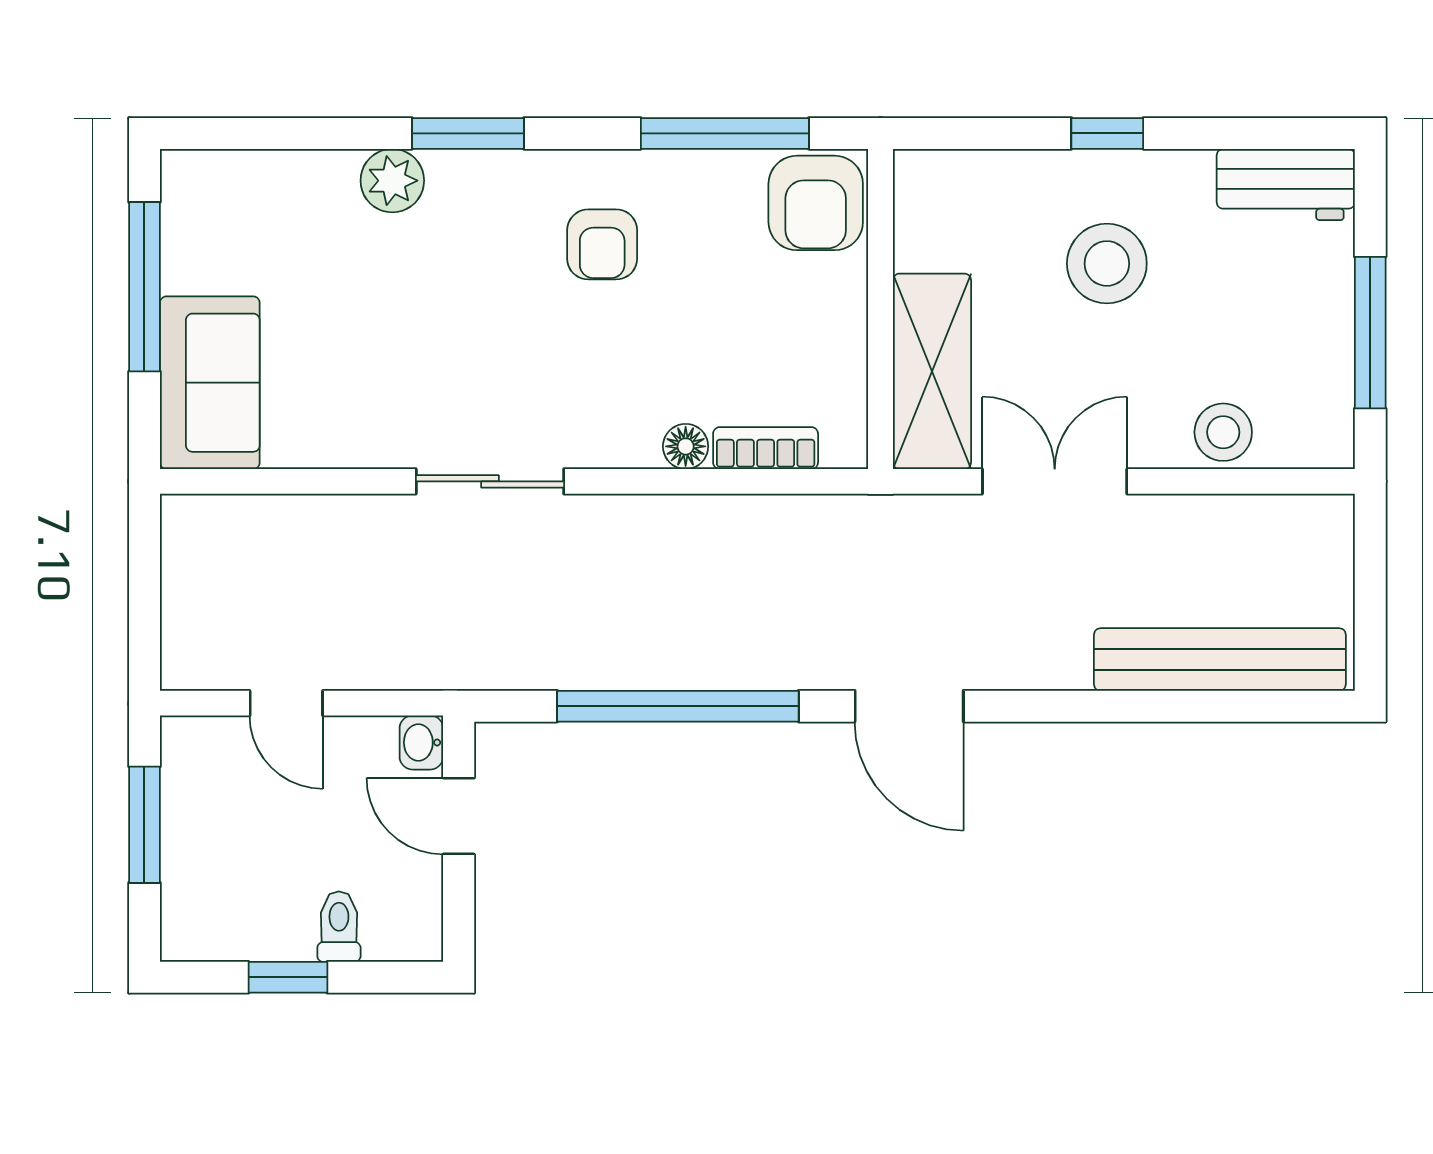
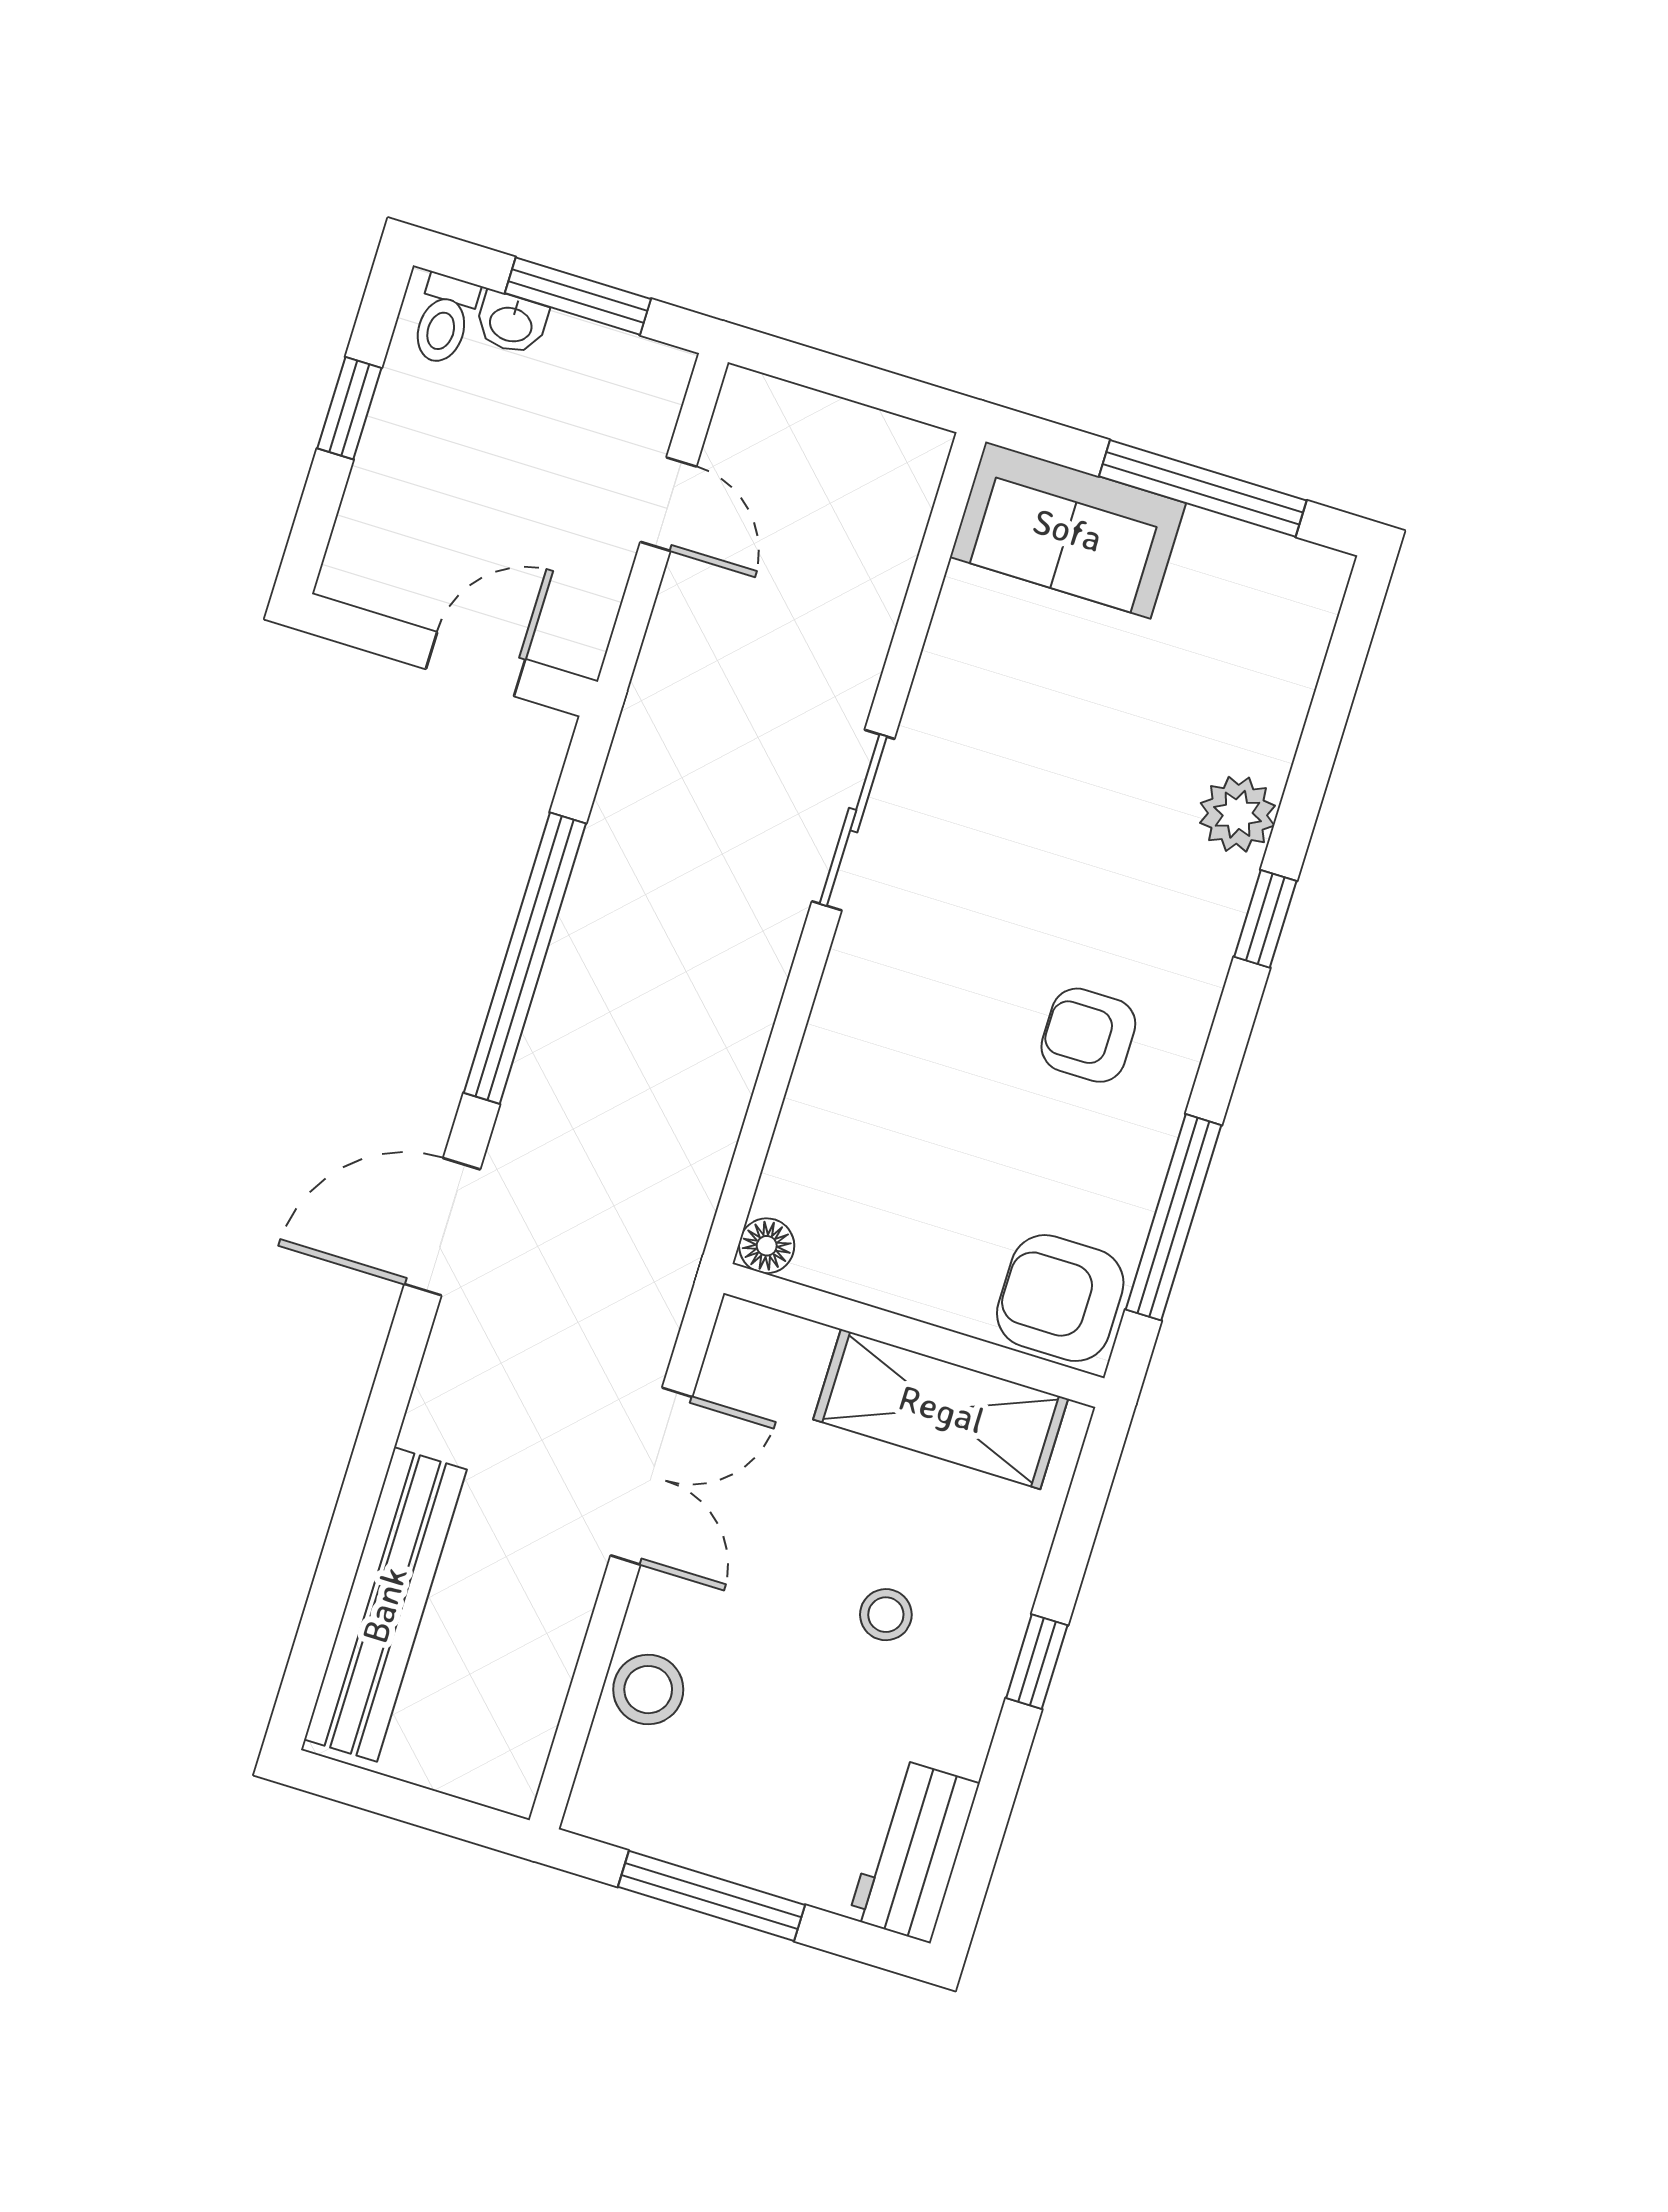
window: (468, 133) -> (1265, 919), width x0.67
stool: (1107, 263) -> (886, 1615), width x0.53, depth x0.53
shelving: (932, 371) -> (941, 1409), moved
floor lamp: (686, 446) -> (767, 1246), moved
bookcase: (766, 448) -> (793, 1152), removed
door: (286, 703) -> (668, 504), swing flipped
washbasin: (421, 742) -> (511, 323), moved, turned 180
toilet: (339, 927) -> (444, 319), moved, turned 90

